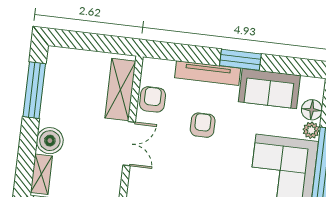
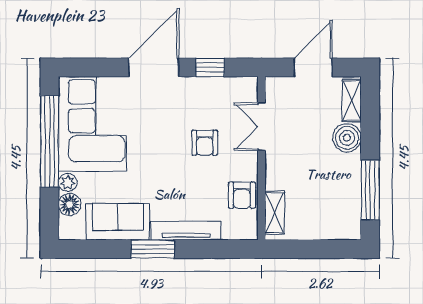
shelving: (120, 90) -> (275, 213), width x0.67, depth x0.75
armchair: (203, 125) -> (205, 143), moved
double door: (129, 144) -> (261, 127), moved

